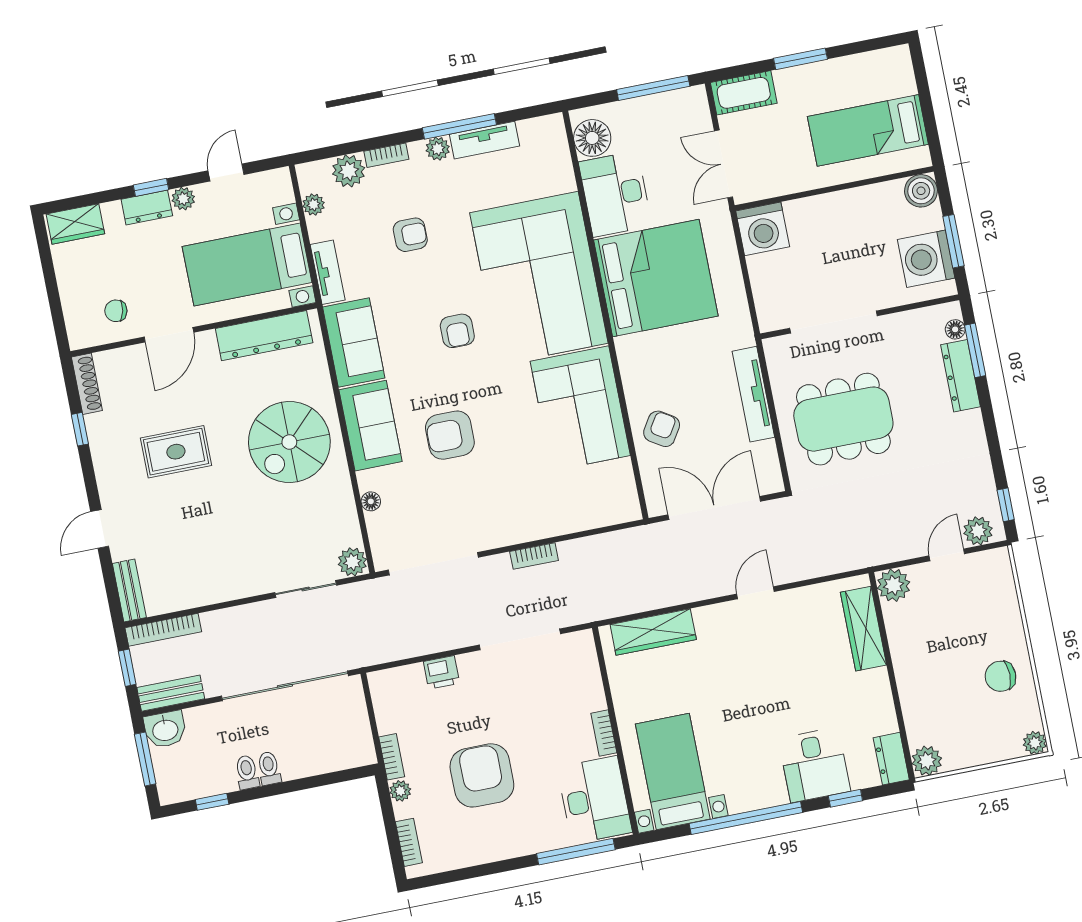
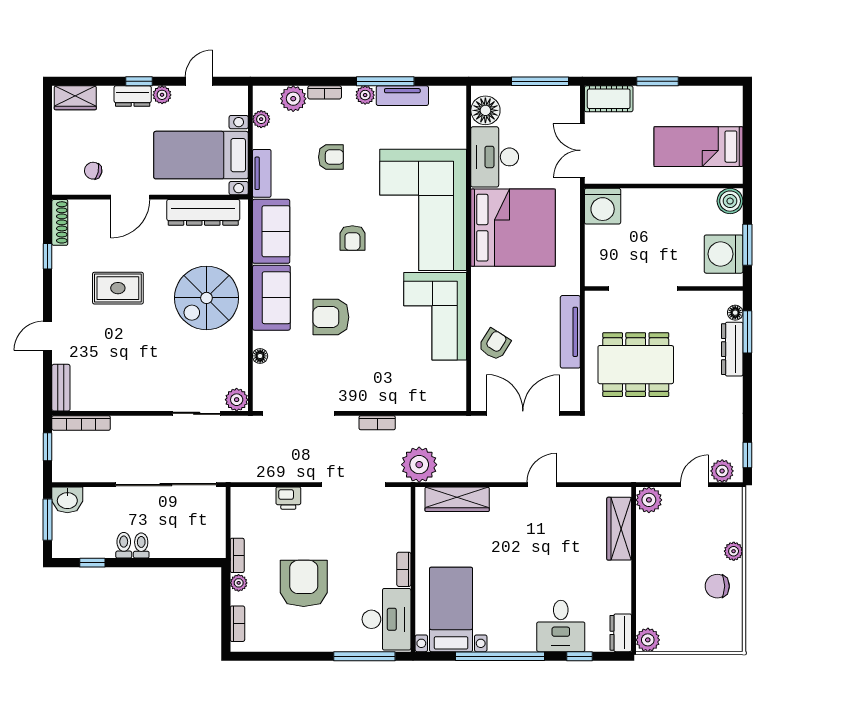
plant: (597, 598) -> (419, 465), added
bench: (171, 693) -> (77, 473), removed
plant: (1035, 743) -> (734, 551), moved

